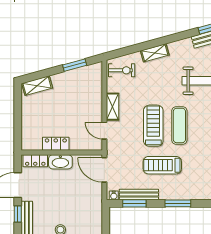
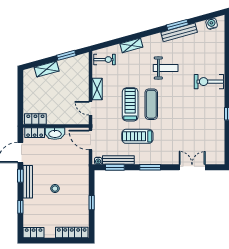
shelving: (37, 86) -> (47, 69), moved
locker: (56, 144) -> (35, 119), moved

